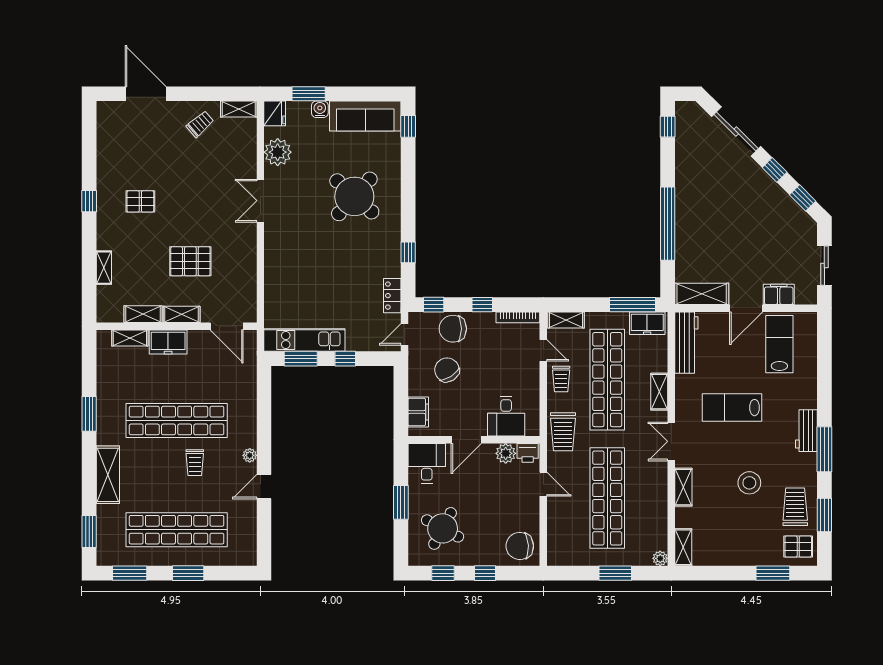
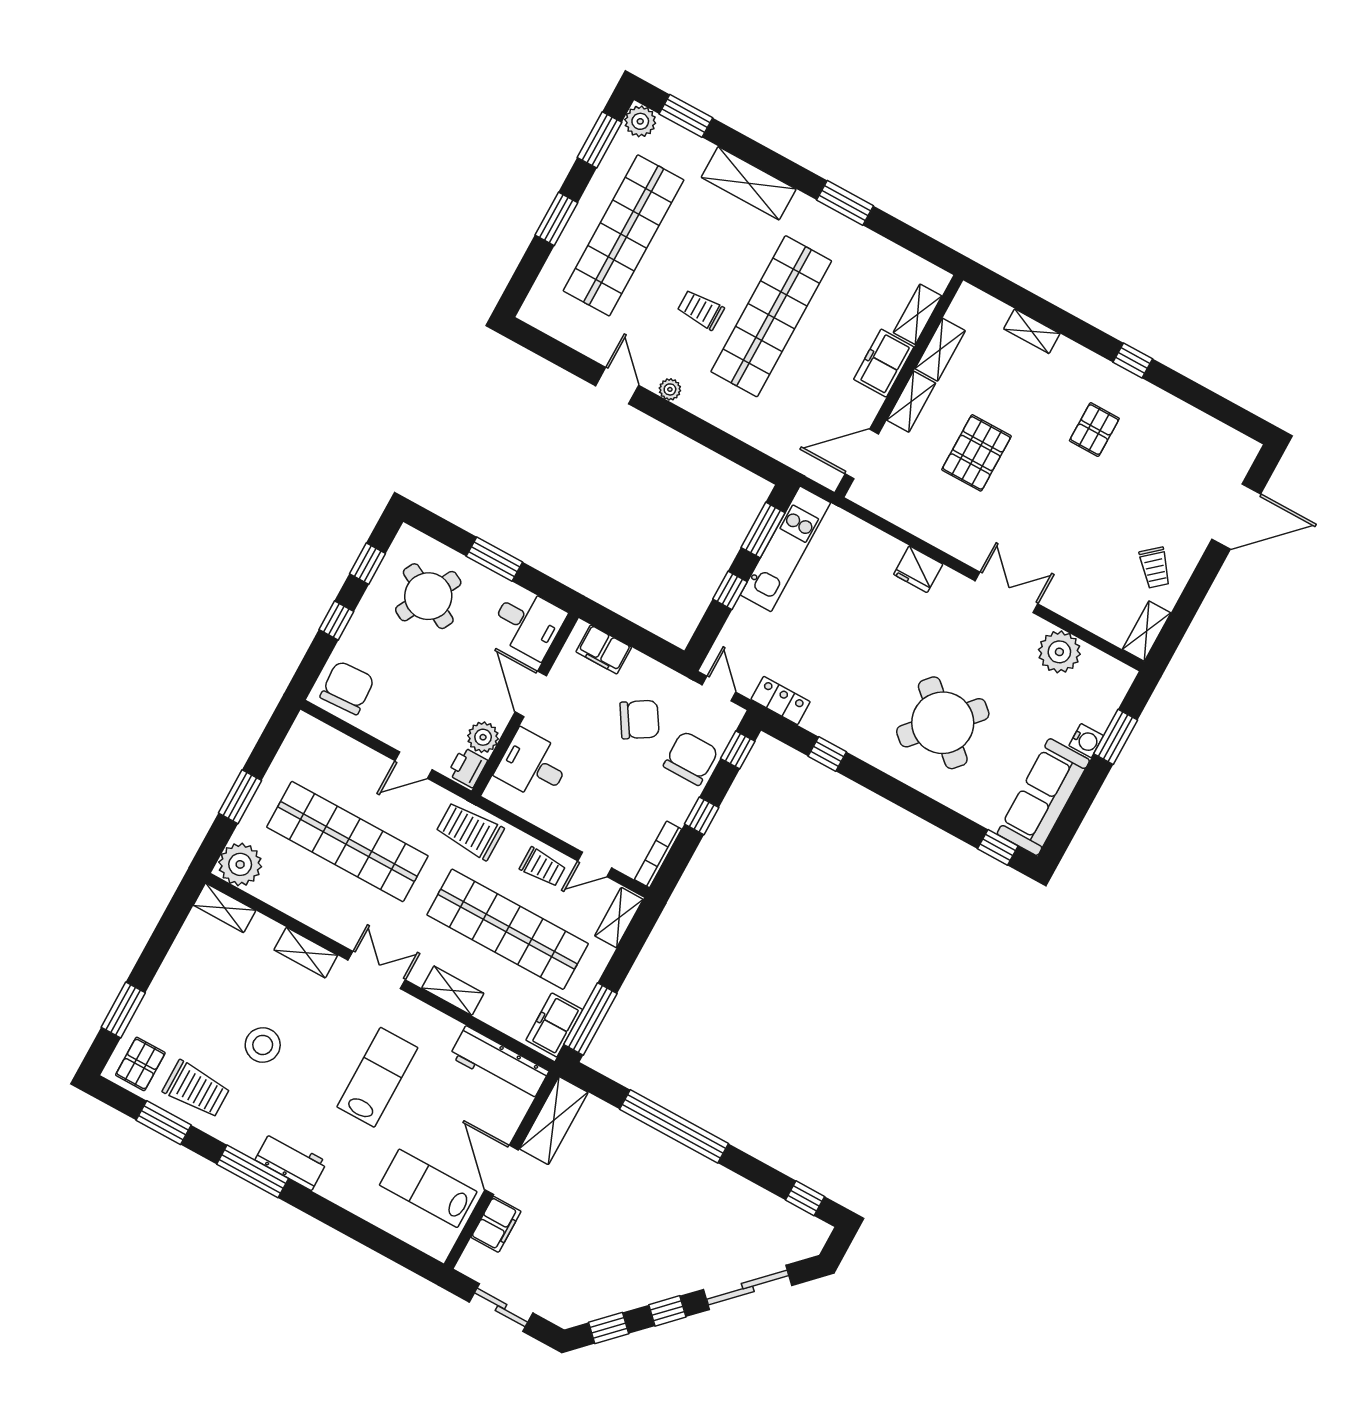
fridge: (275, 113) -> (918, 569), moved
lab bench: (779, 344) -> (428, 1188), turned 180
trolley: (561, 379) -> (543, 867), turned 180
plant: (106, 556) -> (640, 121), added
plant: (660, 558) -> (240, 864), width x1.87, depth x1.87

